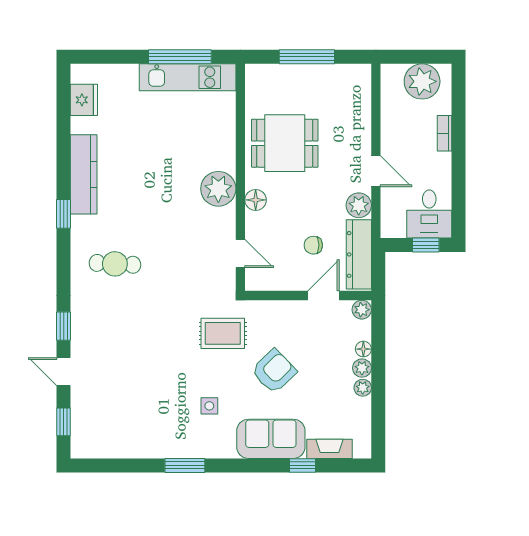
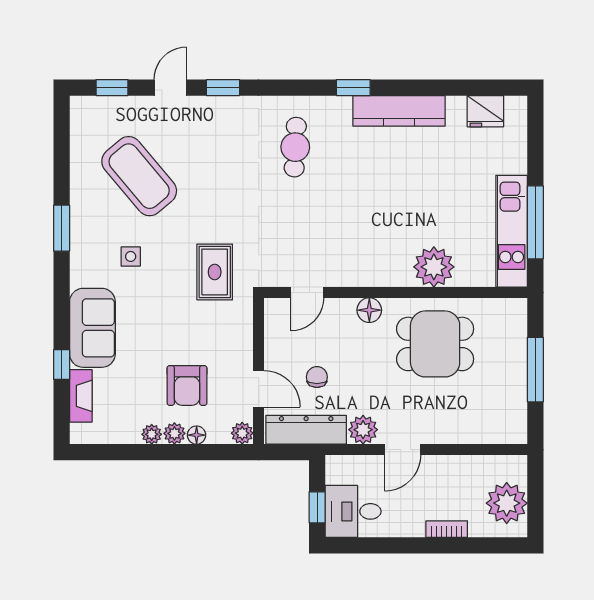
dining table: (285, 143) -> (435, 344), turned 90
plant: (218, 189) -> (434, 267), moved
armchair: (274, 371) -> (187, 386), moved, turned 44
coffee table: (140, 399) -> (139, 176), added

